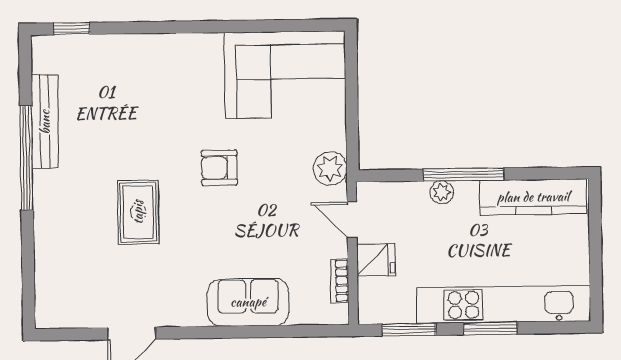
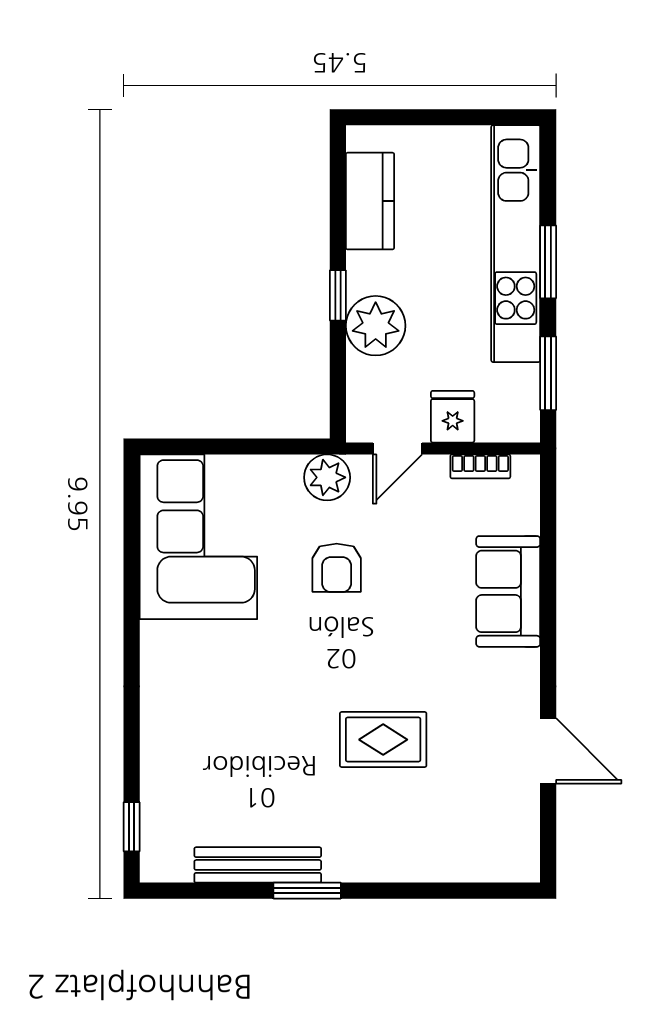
window: (27, 158) -> (307, 891), width x0.47
armchair: (219, 168) -> (337, 568), moved
window: (464, 175) -> (338, 295), width x0.46
plant: (442, 192) -> (376, 326), width x1.88, depth x1.88
kitchen counter: (533, 197) -> (370, 201), width x0.67

